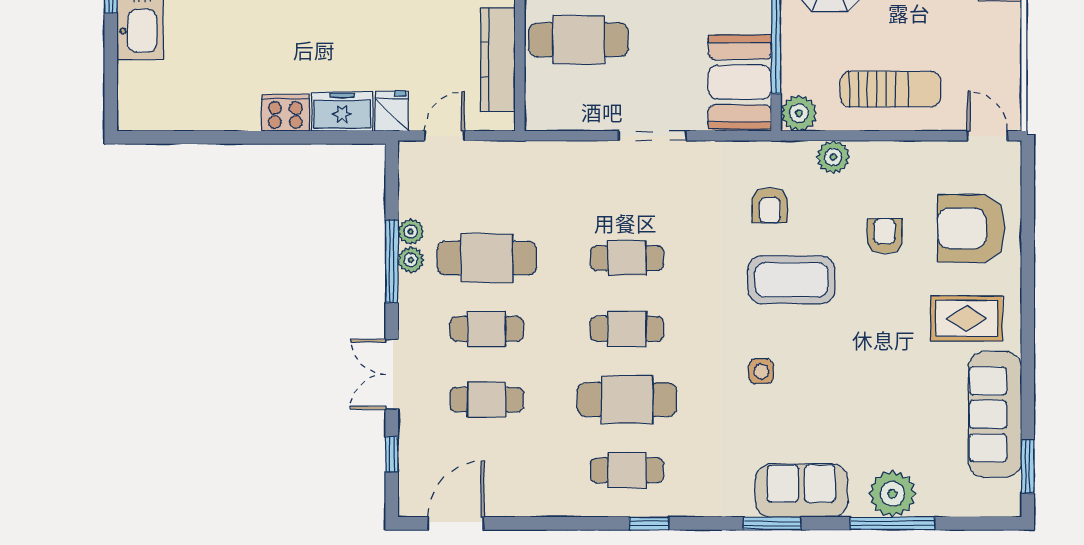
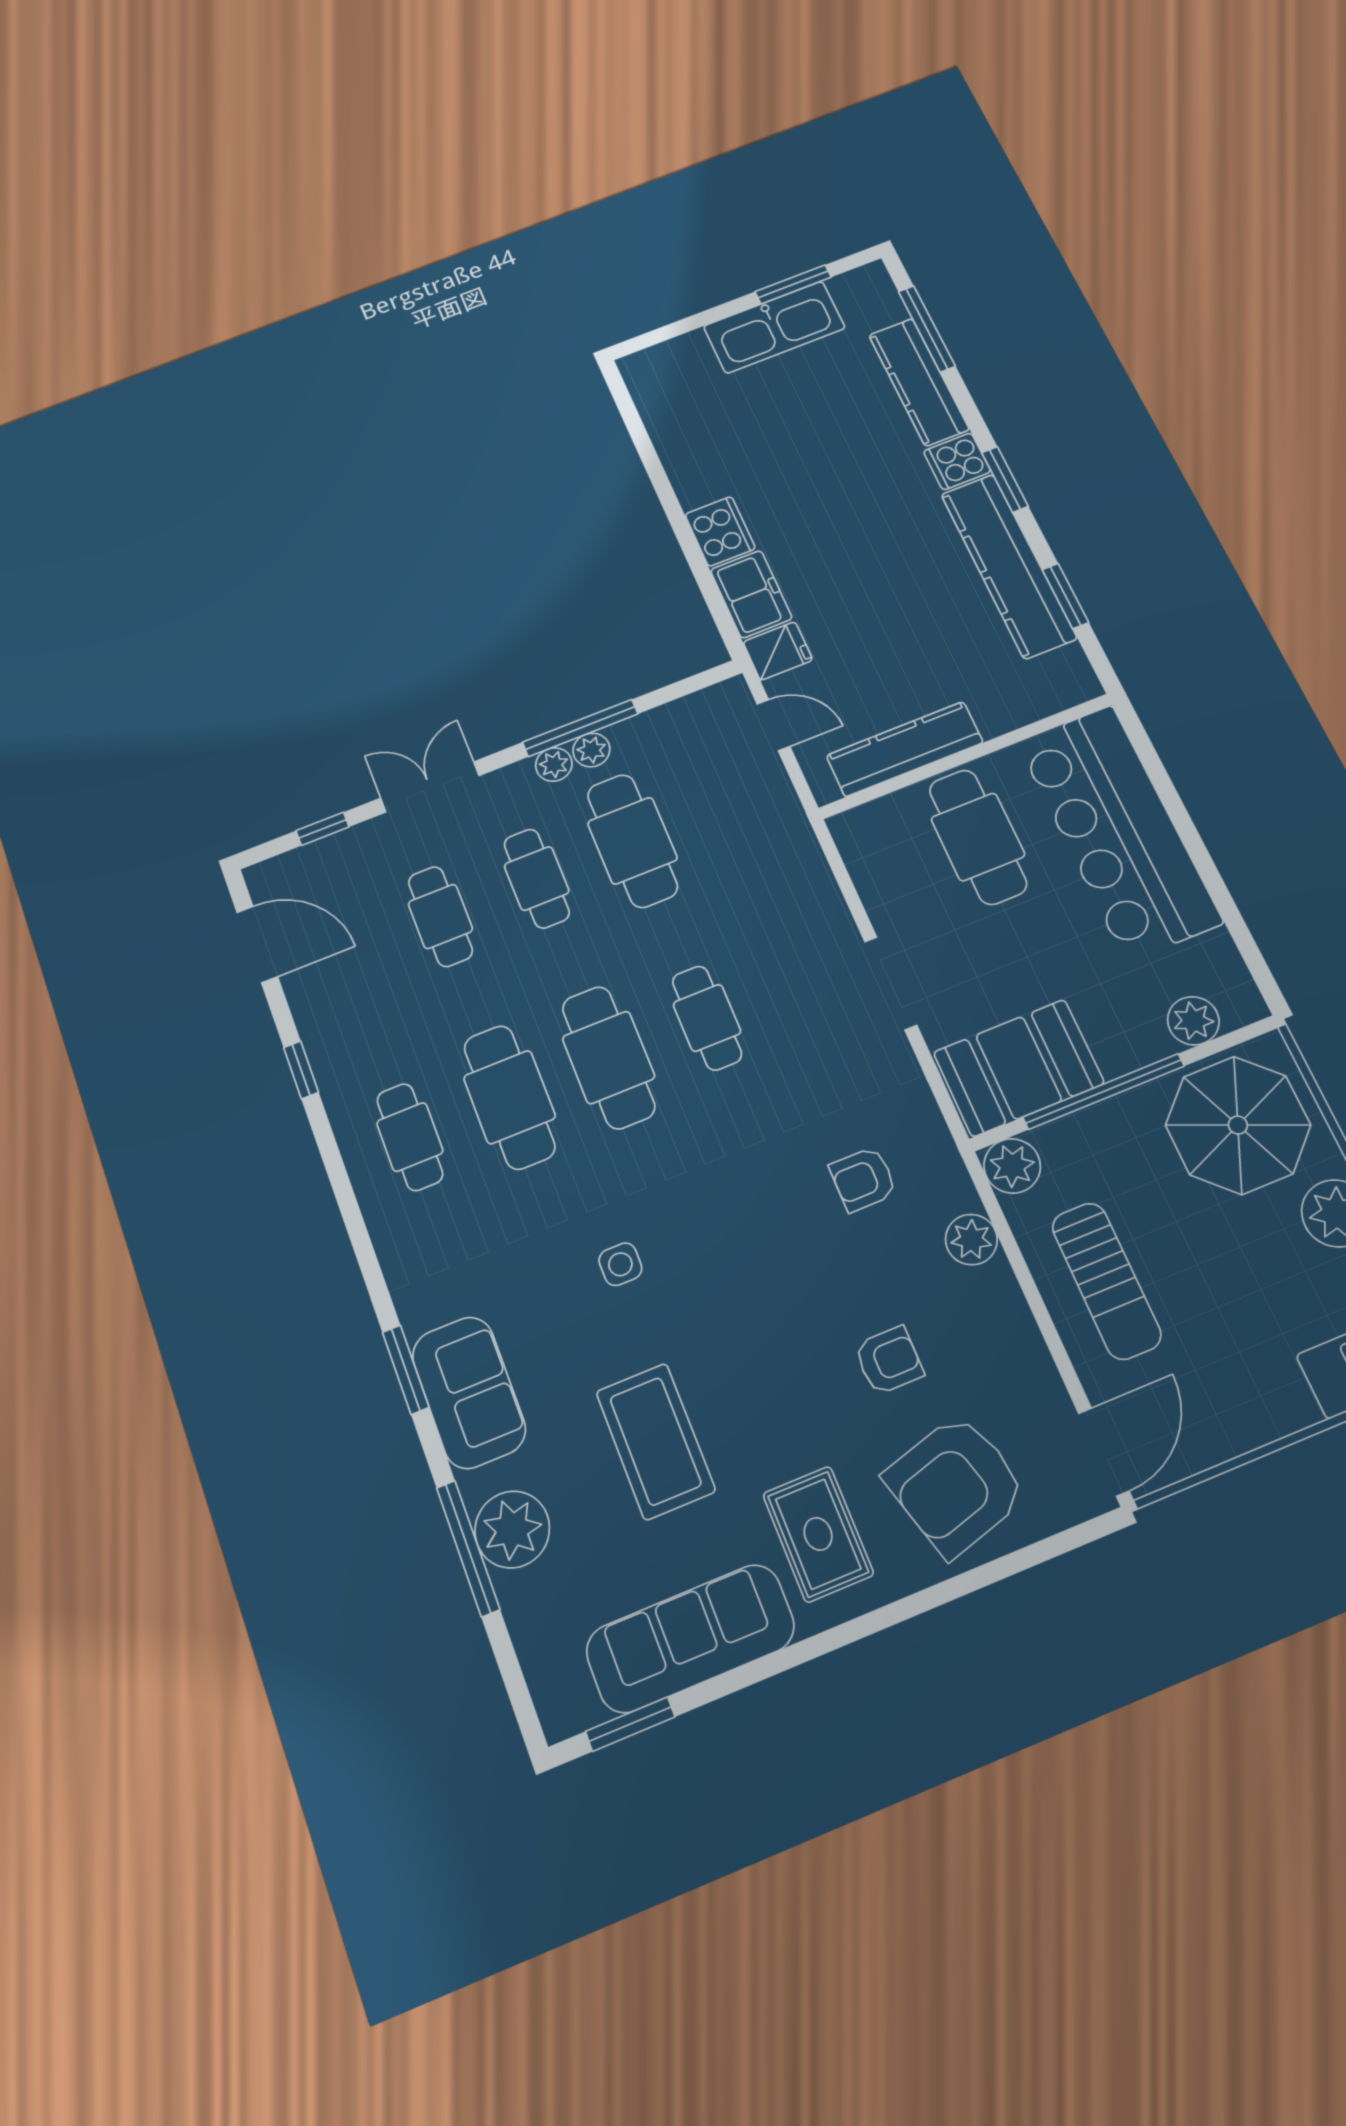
door: (987, 136) -> (1104, 1452), width x1.38
armchair: (971, 228) -> (956, 1485), turned -106
plant: (411, 232) -> (554, 765), moved
coffee table: (791, 280) -> (656, 1441), moved
cafe table: (627, 329) -> (608, 1057), width x1.37, depth x1.35
window: (649, 523) -> (301, 1070), moved

